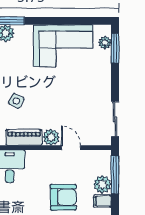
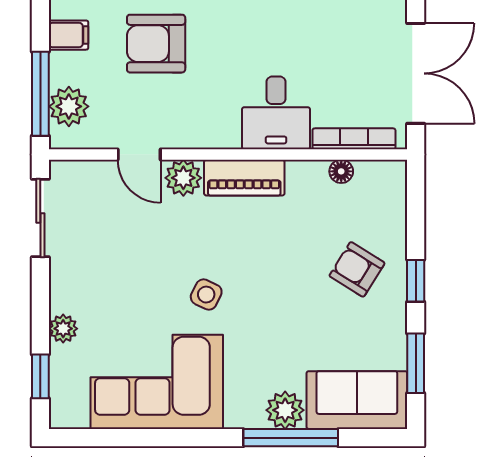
plant: (105, 43) -> (63, 329), moved
window: (115, 48) -> (40, 376), width x0.67
side table: (16, 101) -> (206, 295), moved
plant: (102, 184) -> (69, 106), moved

